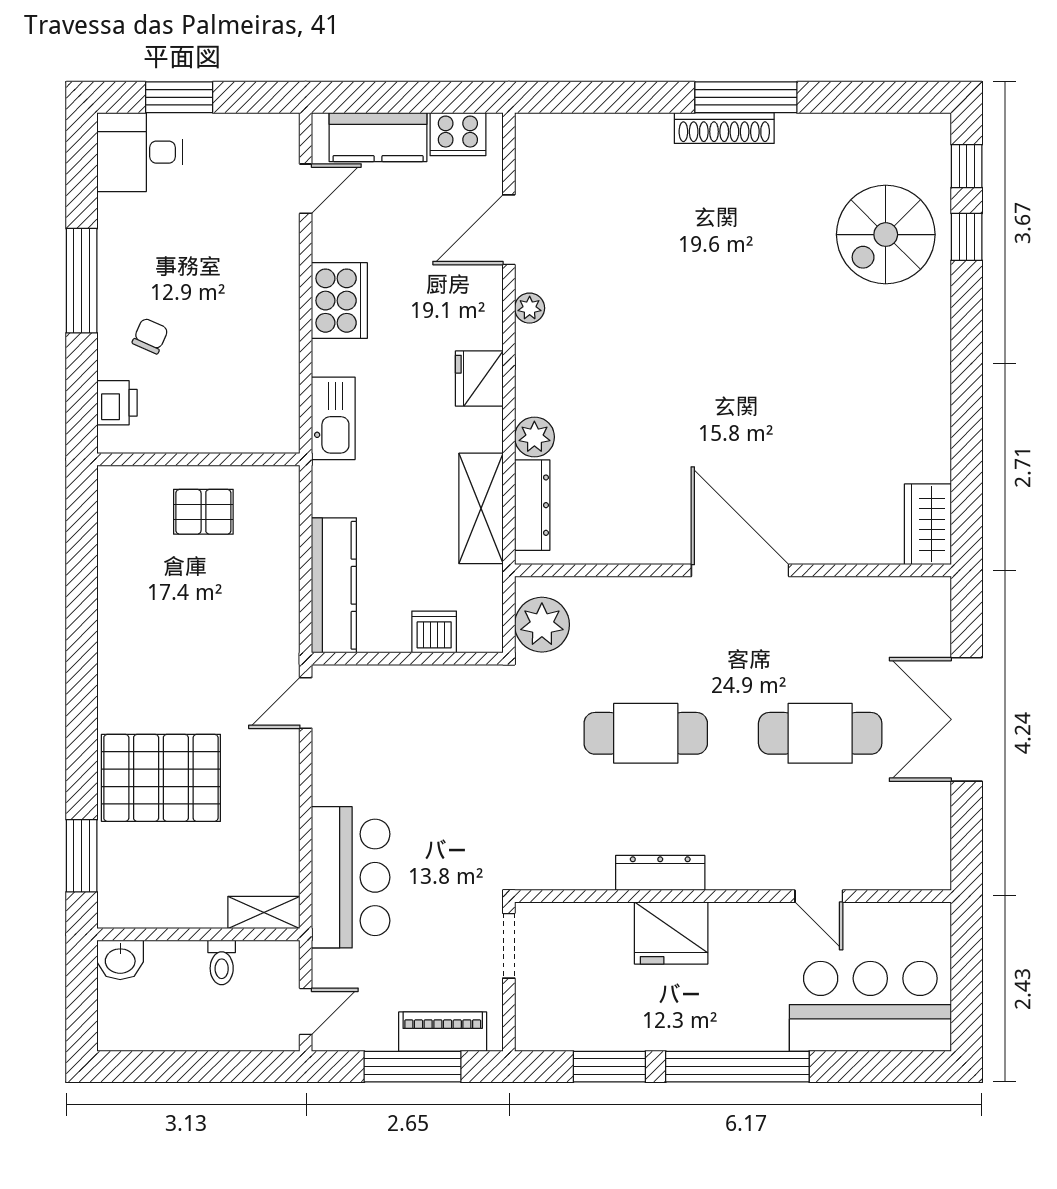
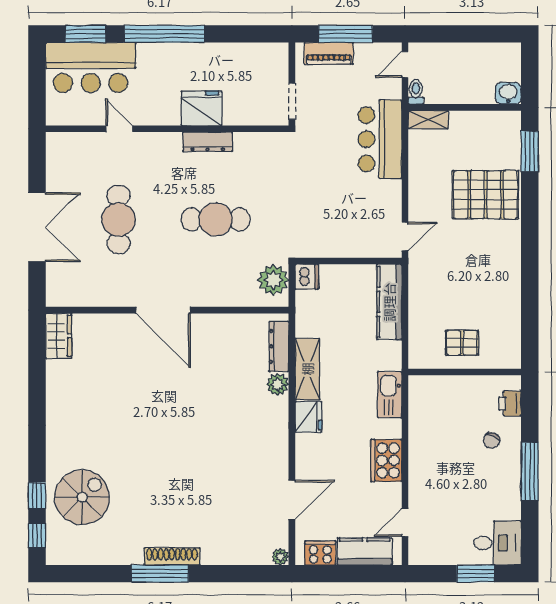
plant: (530, 308) -> (280, 557), moved
shelving: (481, 508) -> (307, 369), moved
dishwasher: (434, 632) -> (307, 277), moved, turned -90
cafe table: (820, 733) -> (119, 219), turned 90
toilet: (222, 962) -> (416, 92), moved
window: (609, 1067) -> (86, 34), moved

